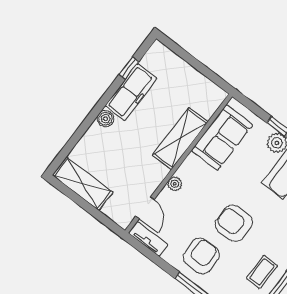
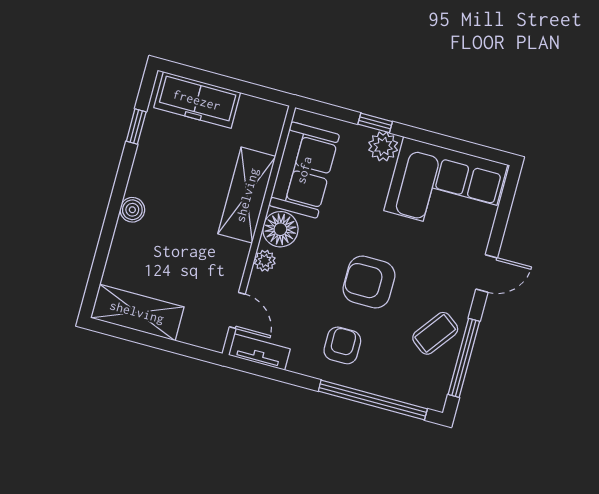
freezer: (131, 92) -> (197, 100), moved, turned 90
floor lamp: (192, 168) -> (280, 229), added
armchair: (201, 256) -> (342, 345), width x0.72, depth x0.72
coffee table: (262, 272) -> (435, 333), turned 37

